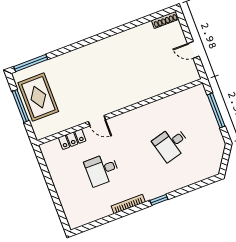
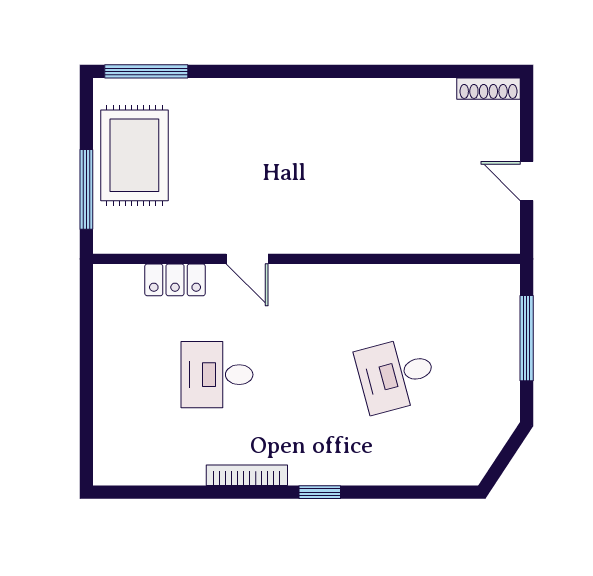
window: (21, 106) -> (86, 189), moved

